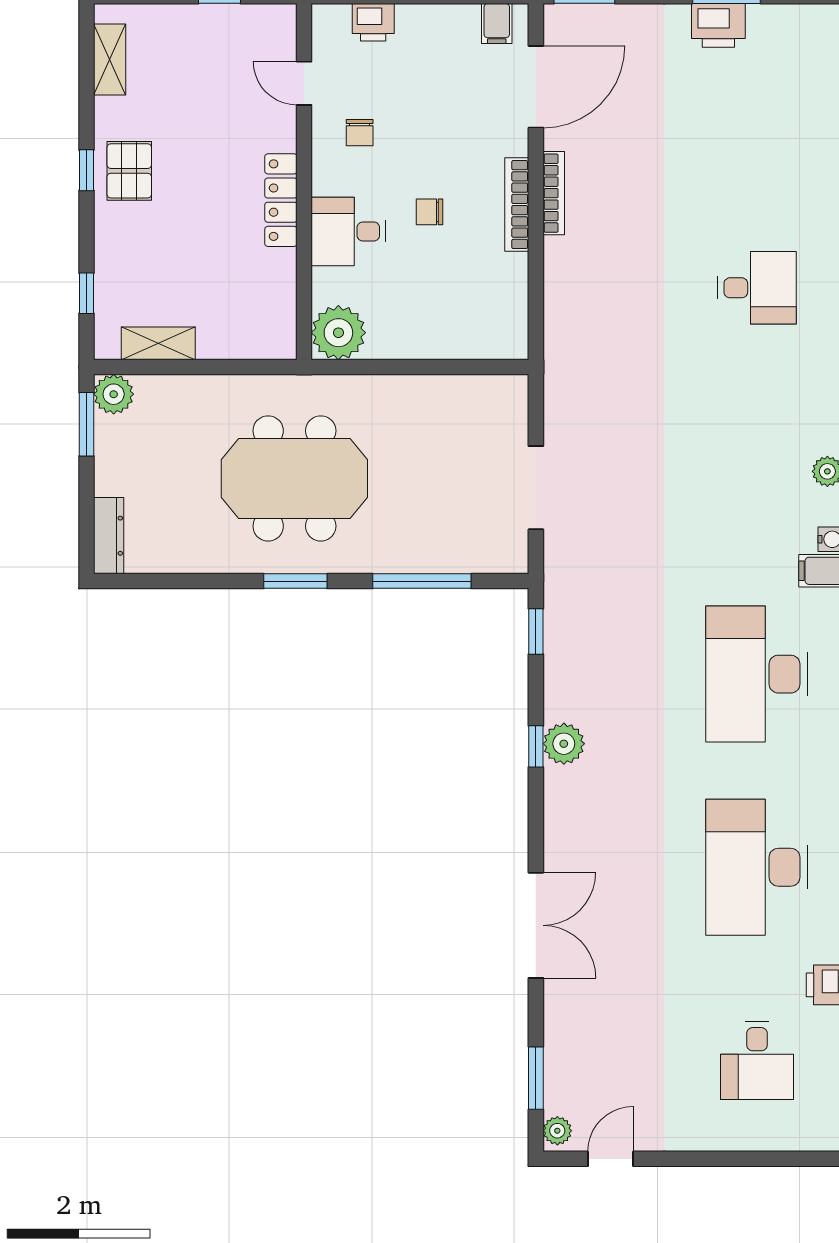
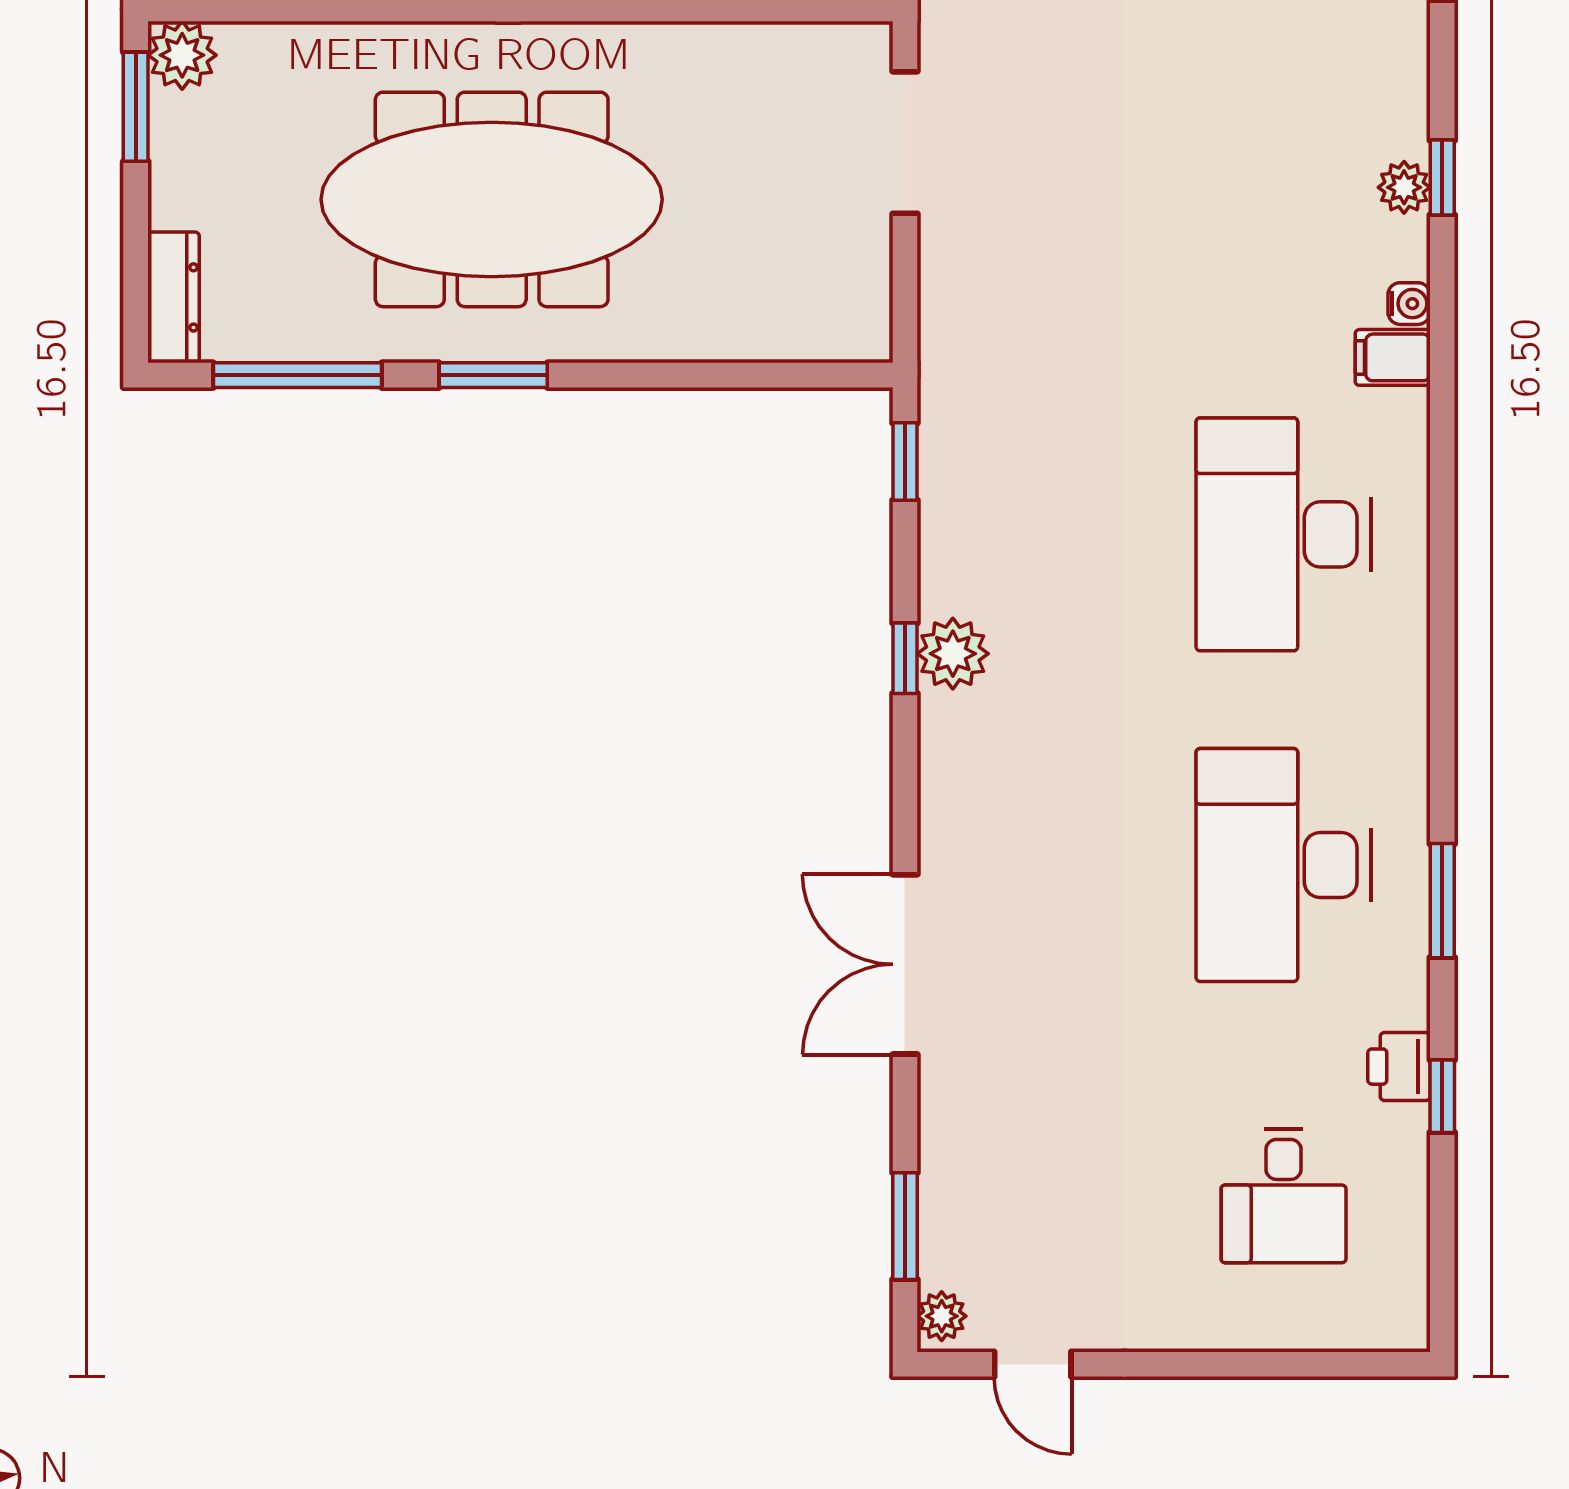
meeting table: (294, 478) -> (492, 199), width x1.36
doorway: (536, 488) -> (905, 143), moved
window: (422, 581) -> (297, 375), moved
double door: (536, 925) -> (905, 964), swing flipped
door: (610, 1159) -> (1033, 1364), swing flipped

